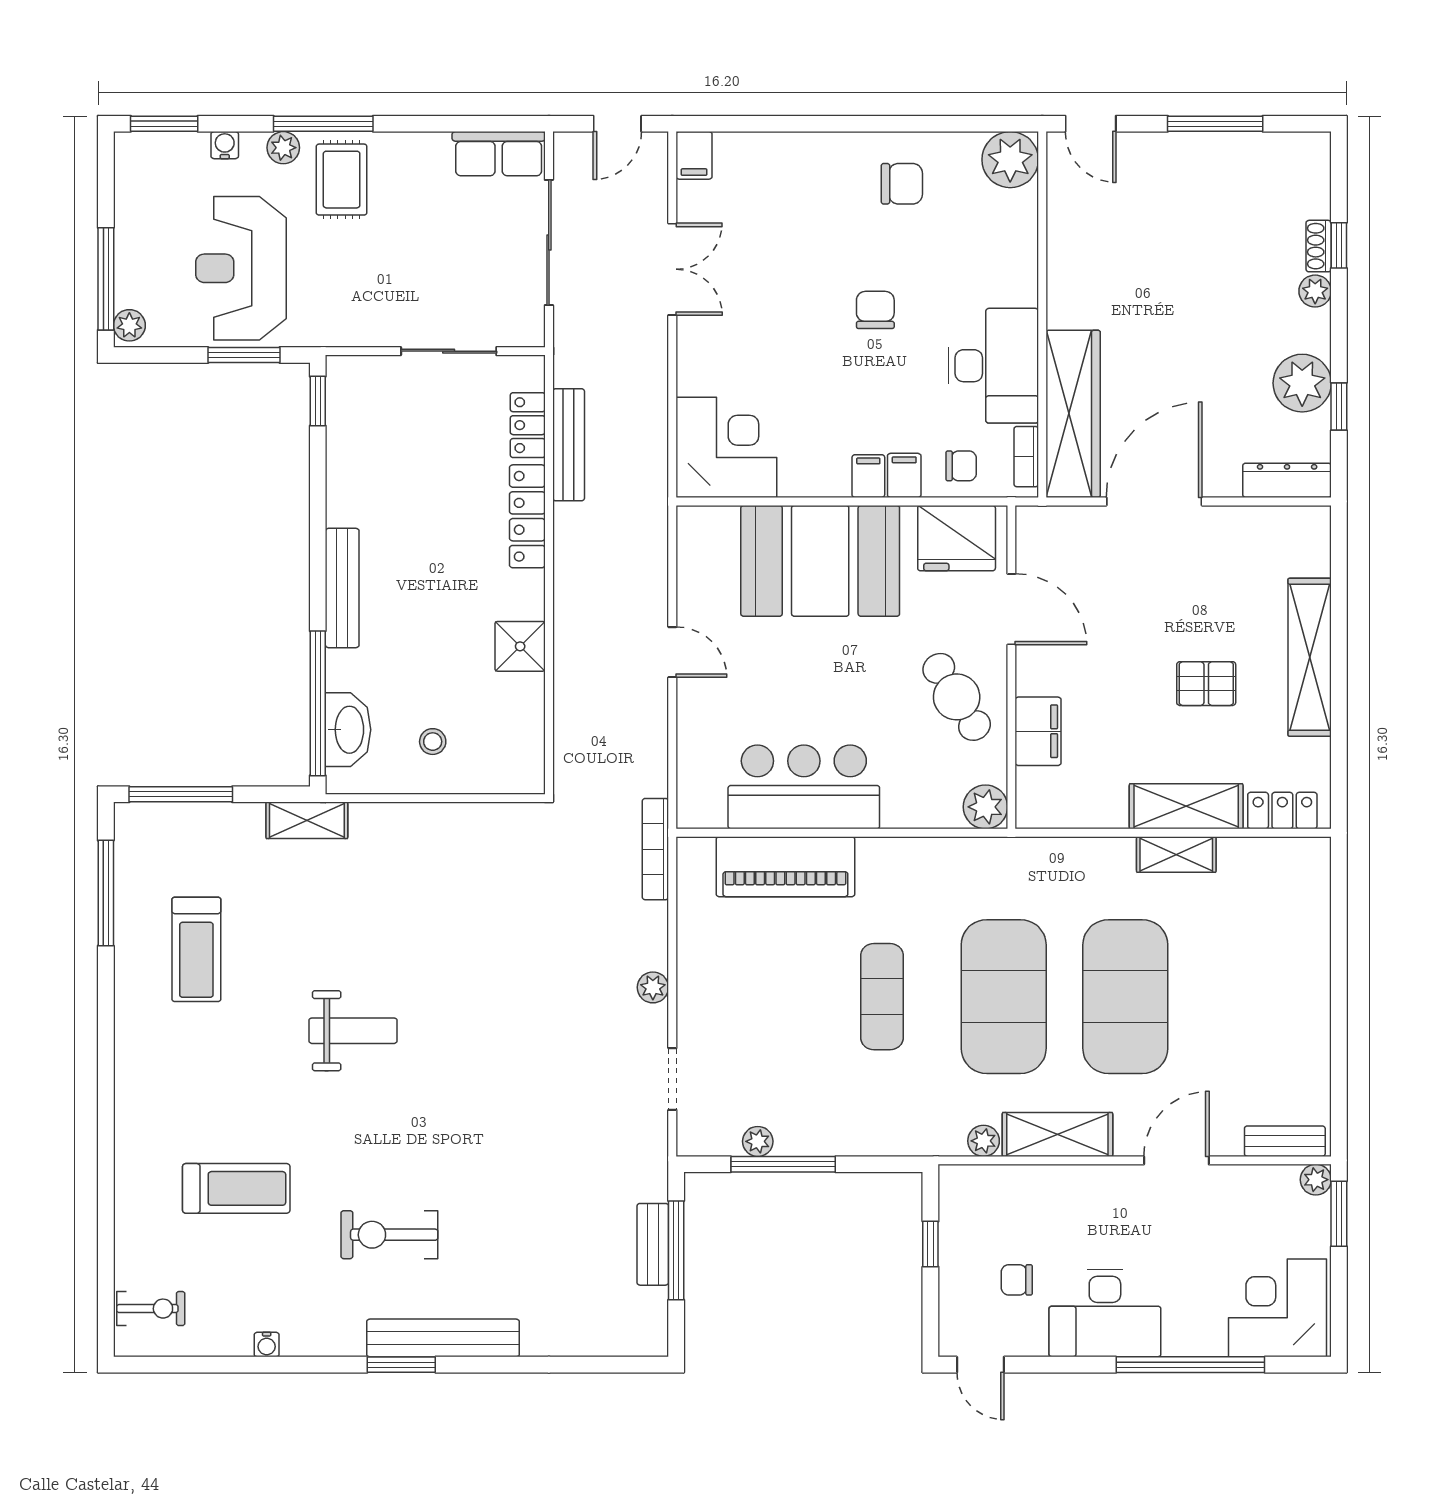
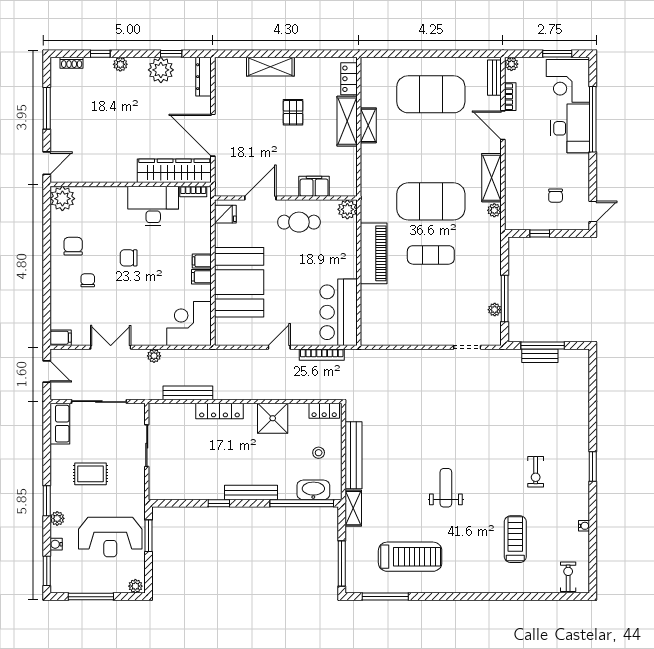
window: (323, 124) -> (47, 501), width x0.69
rug: (342, 180) -> (90, 474), moved
shoe rack: (1319, 246) -> (72, 63), moved
window: (106, 279) -> (91, 597), moved
window: (318, 401) -> (219, 503), moved
locker: (528, 425) -> (324, 411), moved
chair: (961, 466) -> (88, 280), moved
filing cabinet: (904, 475) -> (201, 277), moved
fridge: (957, 538) -> (225, 214), width x0.53, depth x0.75
shower: (520, 646) -> (273, 418), width x1.36, depth x1.36
shelving: (1310, 657) -> (270, 67), width x0.68
cafe table: (957, 697) -> (299, 222), turned 32
bar counter: (804, 787) -> (339, 312), moved
bookcase: (655, 849) -> (322, 355), moved
piano: (785, 867) -> (374, 253), moved
treadmill: (196, 949) -> (410, 557), width x1.37, depth x1.38
plant: (653, 987) -> (154, 356), moved
exercise mat: (1125, 997) -> (431, 94), moved
bookcase: (1242, 1177) -> (510, 97), added
window: (1339, 1214) -> (557, 54), moved
exercise bike: (389, 1235) -> (536, 472), width x0.73, depth x0.72
desk: (1105, 1313) -> (570, 128), moved
bench: (443, 1338) -> (354, 455), moved

